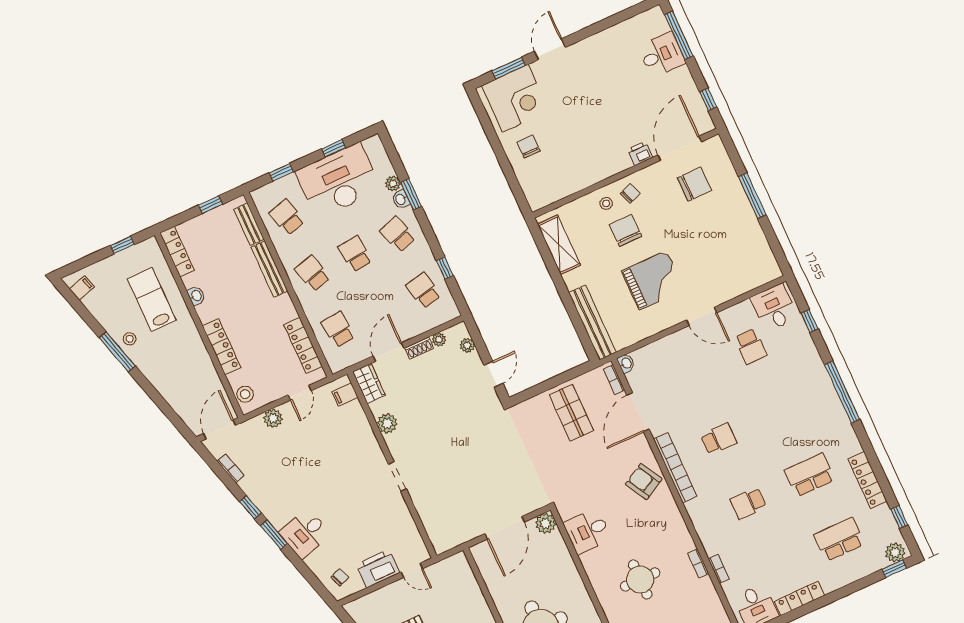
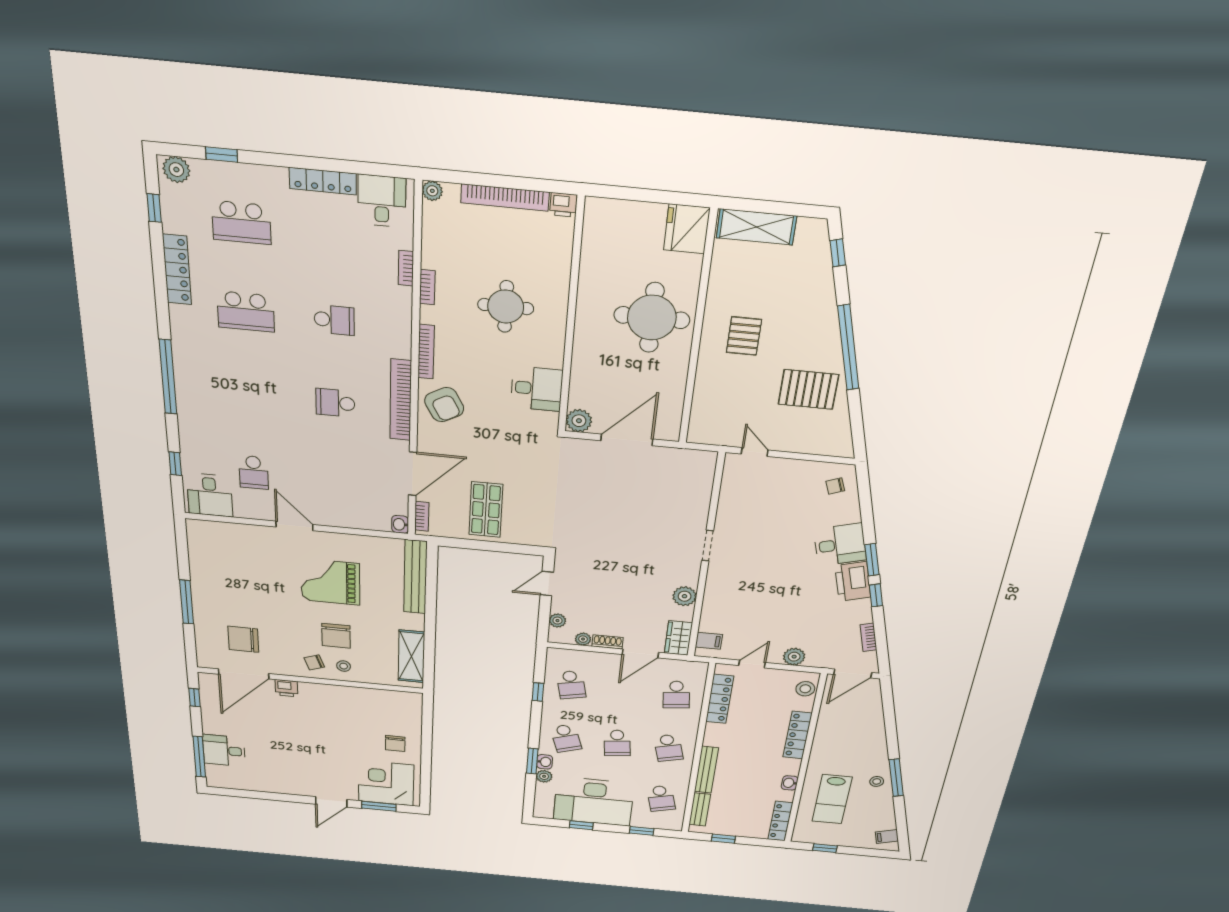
school desk: (751, 346) -> (254, 472), turned 180
bookcase: (676, 515) -> (426, 352), added
printer: (378, 569) -> (853, 581), moved, turned 74
window: (894, 569) -> (222, 154), moved

